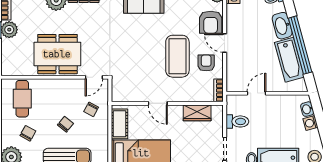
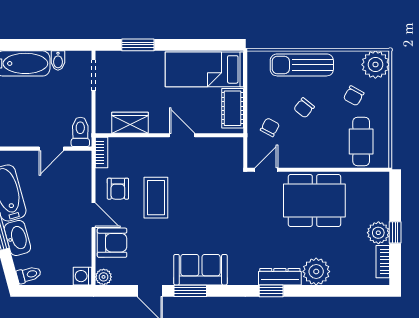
armchair: (211, 22) -> (112, 243), turned 90
coffee table: (177, 56) -> (156, 198), width x0.73, depth x0.76
toilet: (237, 121) -> (80, 132), moved, turned 90

